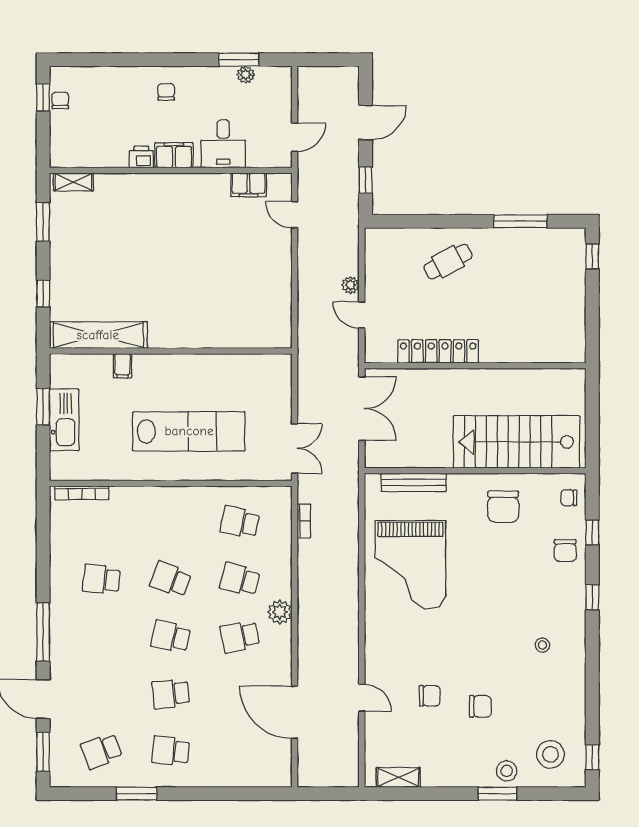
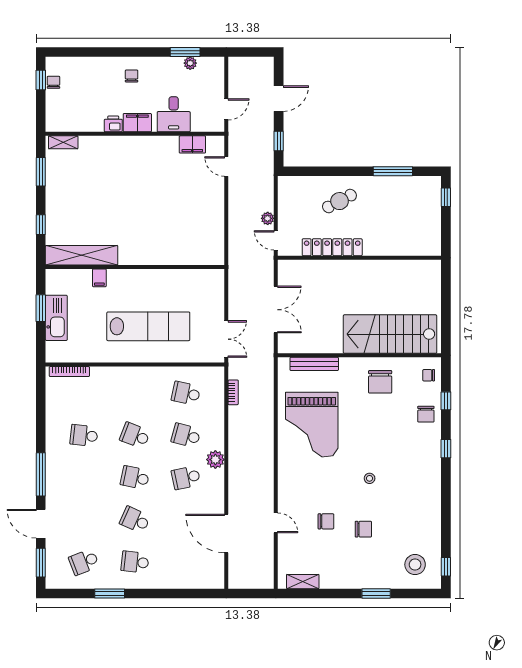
locker: (438, 351) -> (332, 247), moved
wall: (475, 366) -> (359, 258), moved
stool: (542, 645) -> (370, 478), moved
school desk: (171, 694) -> (135, 520), turned 30
stool: (507, 771) -> (383, 577), removed

